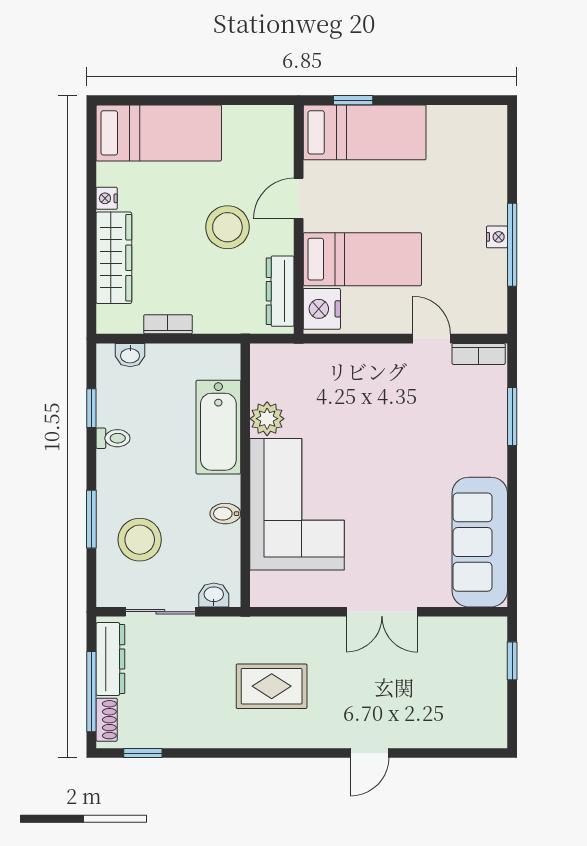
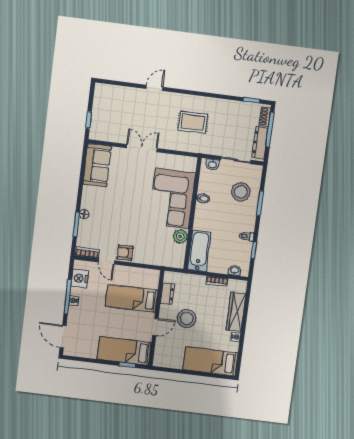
door: (512, 149) -> (63, 337), added
dresser: (280, 291) -> (167, 294), width x0.70
nightstand: (322, 309) -> (80, 278), moved, turned 180
armchair: (391, 364) -> (125, 253), added
bathtub: (218, 427) -> (199, 251), moved
floor lamp: (496, 443) -> (84, 214), added
sofa: (480, 542) -> (97, 165), width x0.73

